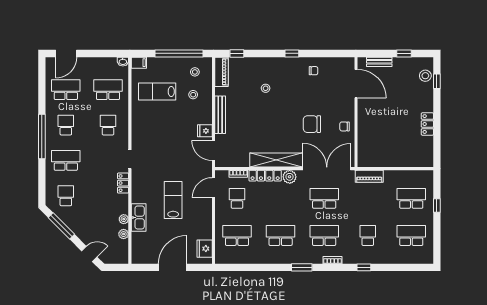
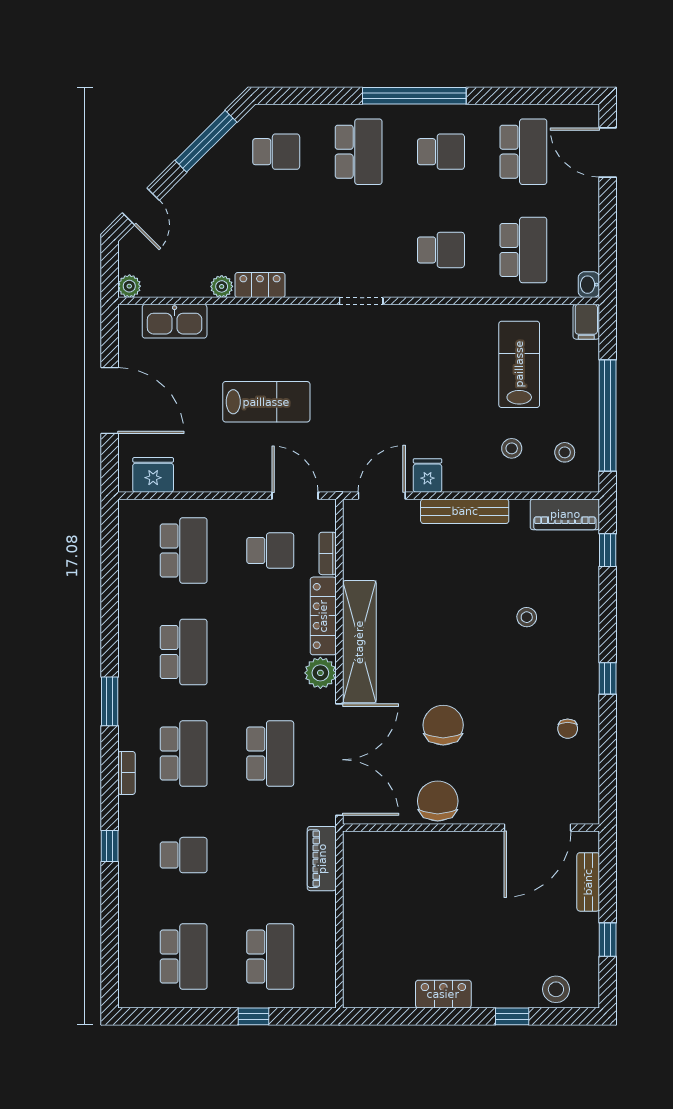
window: (437, 81) -> (512, 1016), moved
chair: (345, 126) -> (438, 801), width x1.87, depth x1.87
locker: (123, 183) -> (260, 285), moved
kitchen sink: (139, 217) -> (175, 321), moved
plant: (124, 234) -> (129, 286), moved

